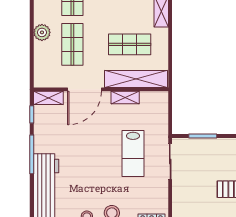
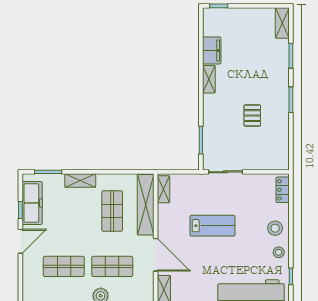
shelving: (125, 98) -> (164, 189), moved
lab bench: (133, 153) -> (212, 226), moved

